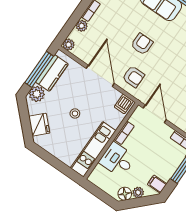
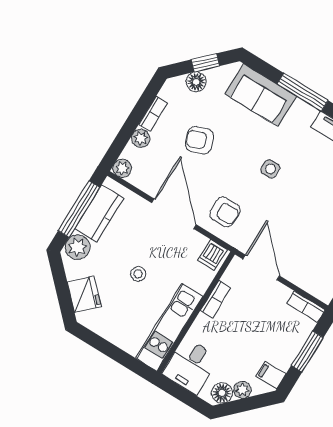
armchair: (142, 44) -> (200, 140), moved, turned -110
side table: (164, 50) -> (270, 169), added
desk: (117, 160) -> (191, 366), moved, turned -90

